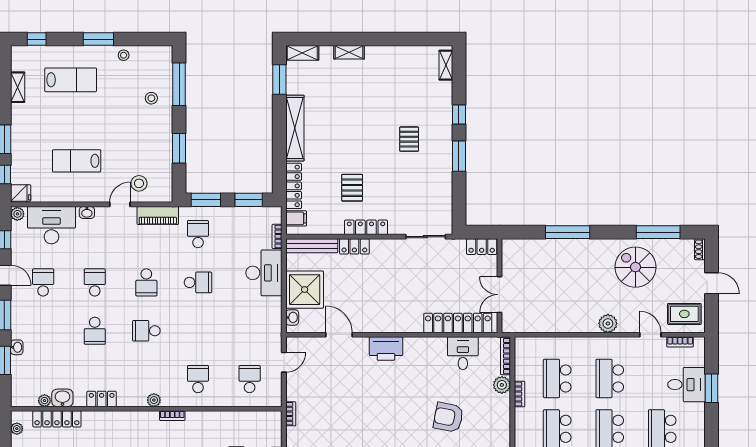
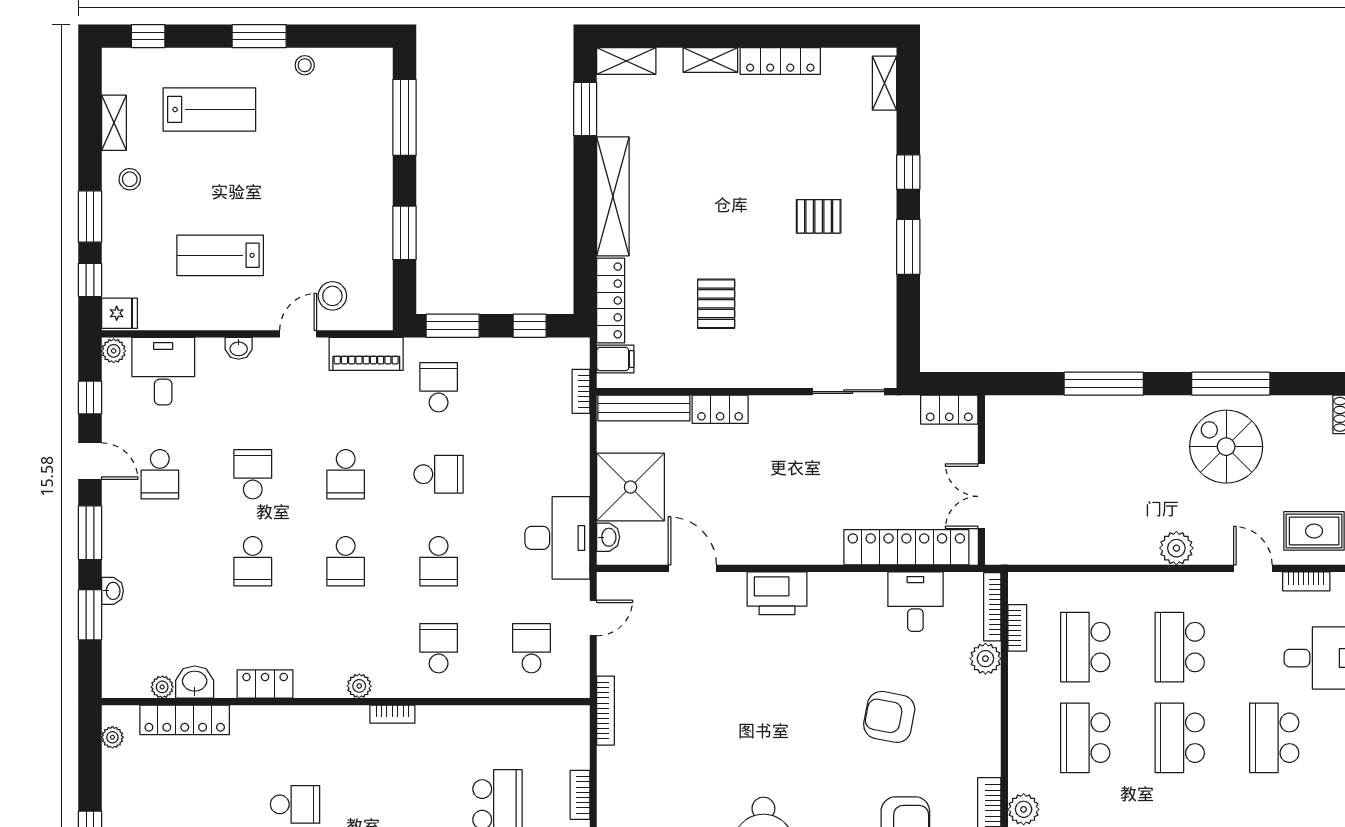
stool: (151, 98) -> (130, 179), moved
pallet: (409, 139) -> (819, 216), turned 90
window: (249, 200) -> (530, 326), width x0.67
desk: (51, 225) -> (163, 371), width x0.73
locker: (366, 227) -> (780, 61), moved, turned 180
window: (658, 232) -> (1231, 384), moved
desk: (264, 273) -> (557, 538), moved
school desk: (43, 282) -> (160, 474), turned 180
school desk: (146, 331) -> (346, 561), turned -90
school desk: (198, 331) -> (439, 561), added
bookcase: (519, 394) -> (1017, 628), moved
bookcase: (291, 414) -> (606, 711), width x1.56

